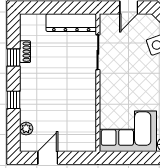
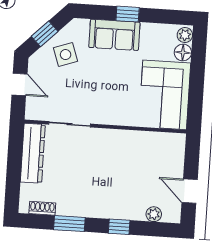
shoe rack: (25, 52) -> (42, 208), moved
window: (14, 57) -> (69, 224), width x1.50

